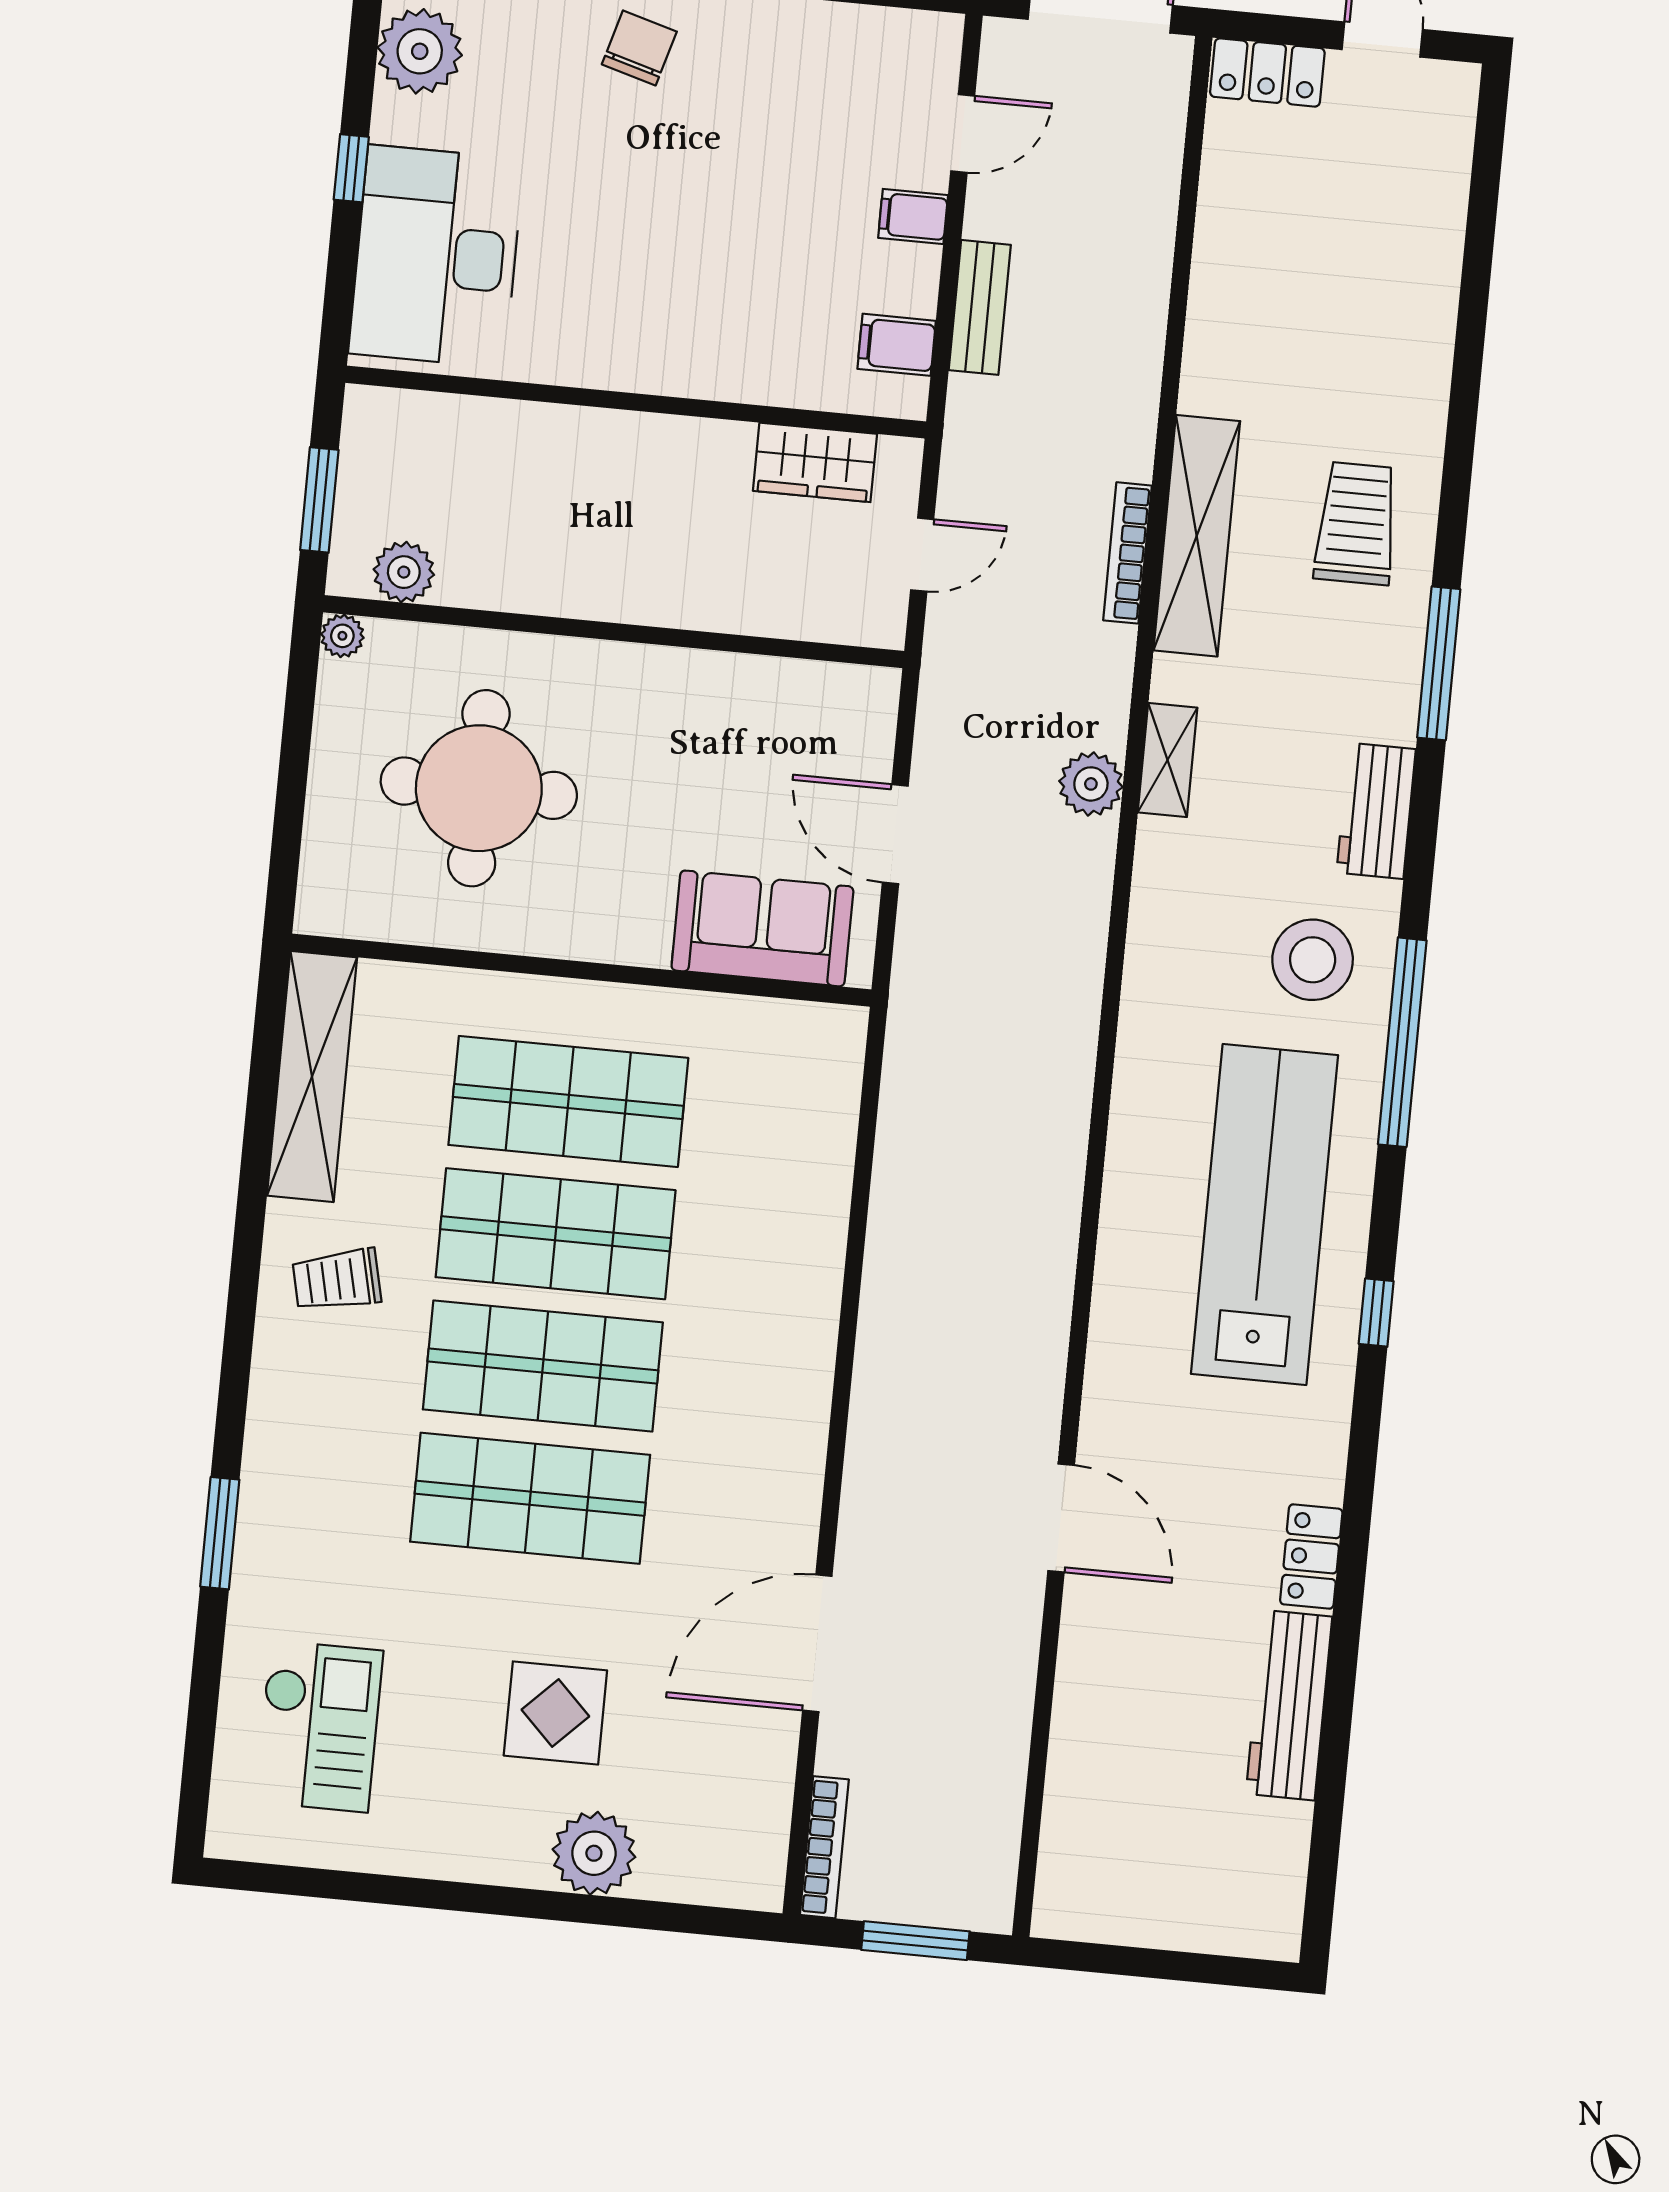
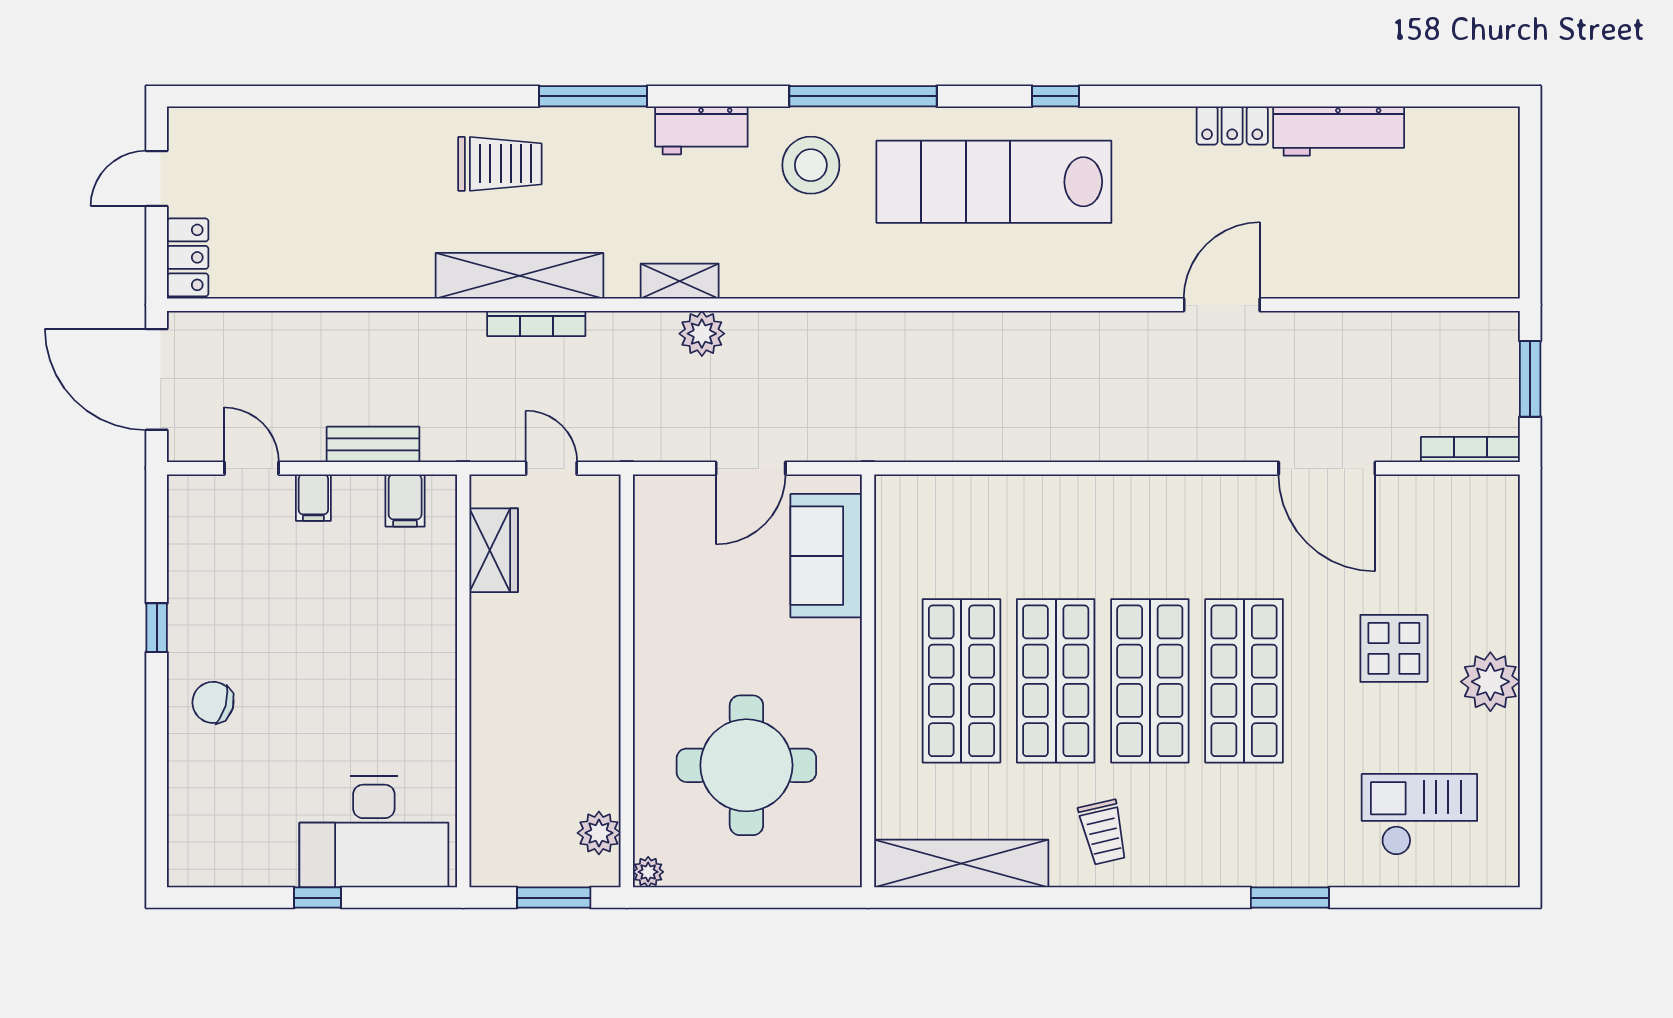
plant: (420, 51) -> (230, 857), removed
trolley: (1356, 523) -> (500, 164), turned 180
plant: (594, 1853) -> (1490, 682), moved

